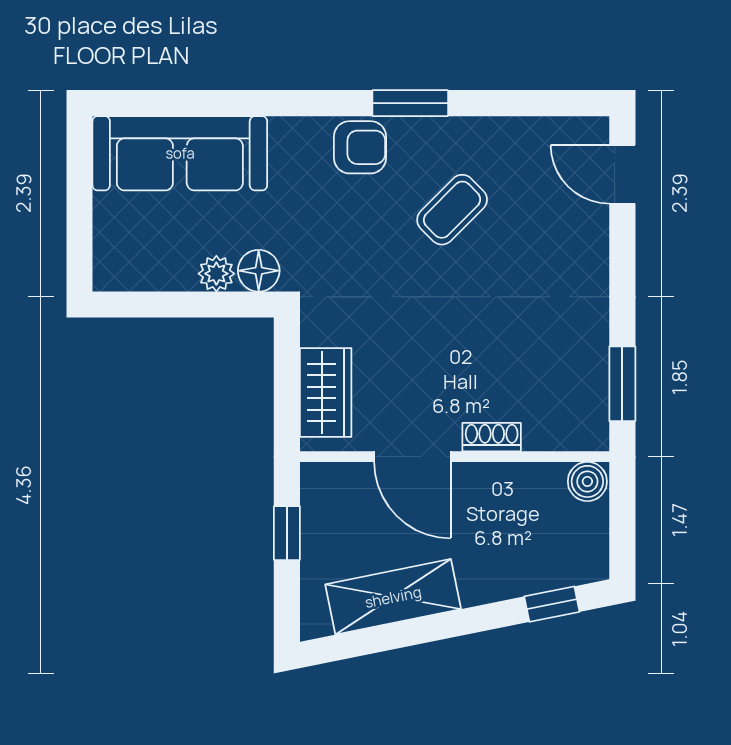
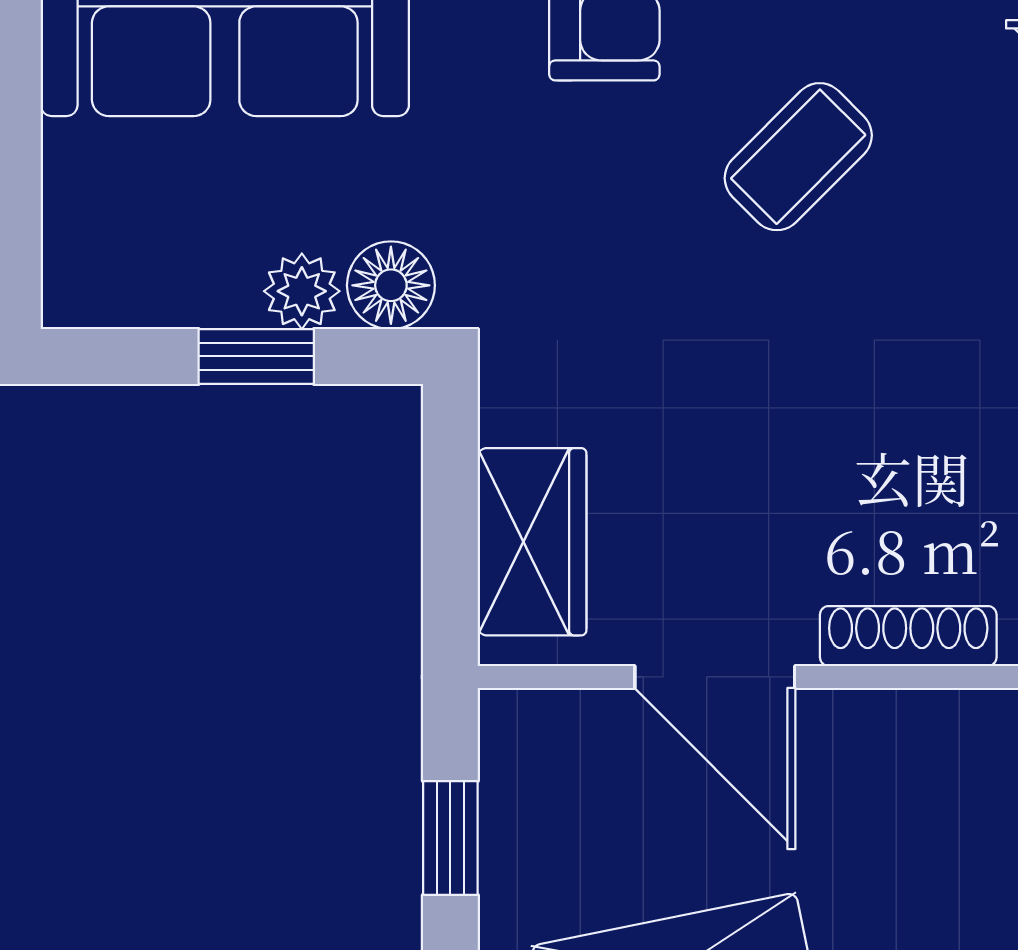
window: (195, 305) -> (256, 356), added
shoe rack: (492, 437) -> (908, 636), width x1.43

